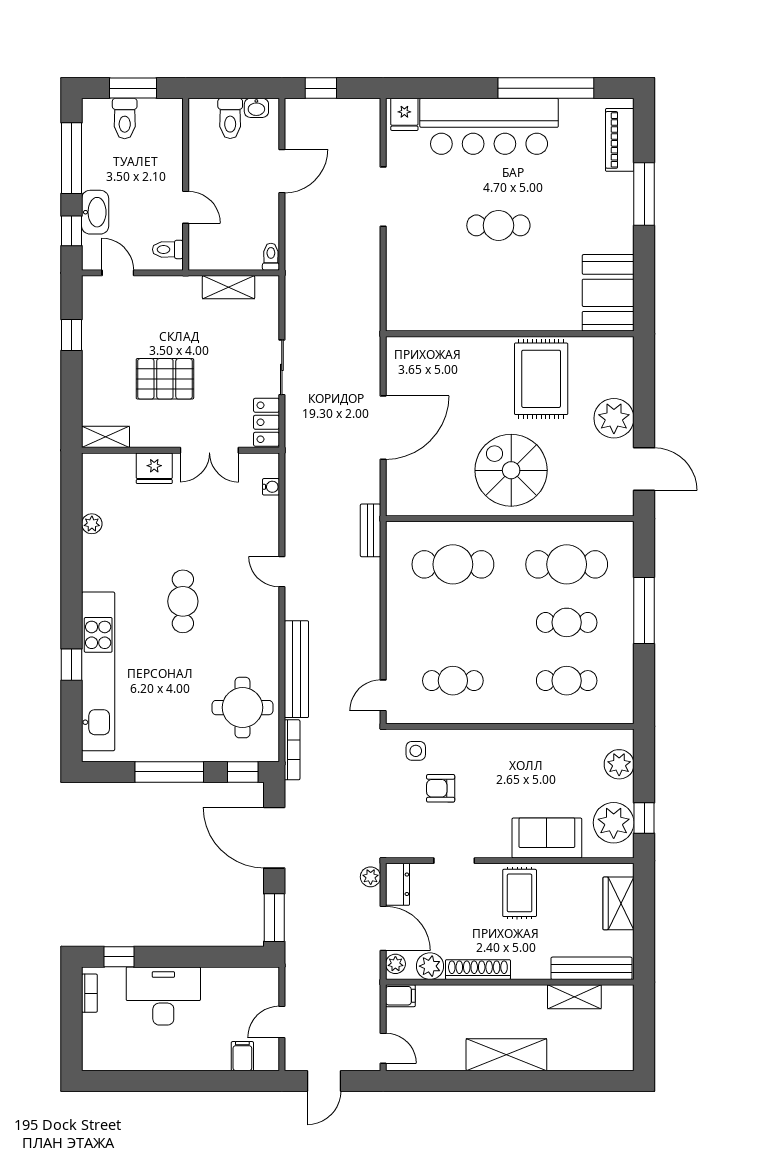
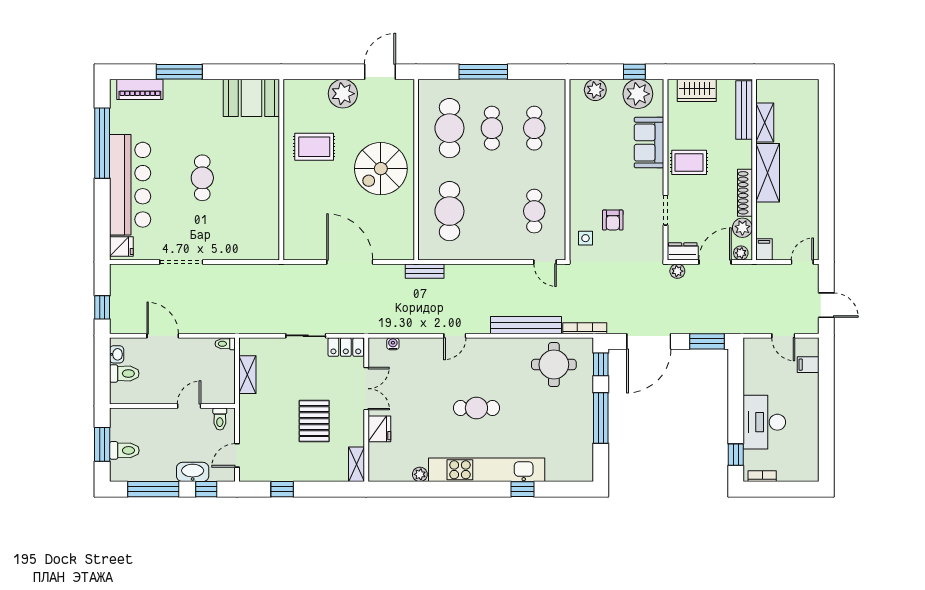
rug: (541, 379) -> (314, 147), width x0.73, depth x0.70
kitchen unit: (98, 671) -> (487, 470), moved
shelving: (506, 1055) -> (768, 173), moved

